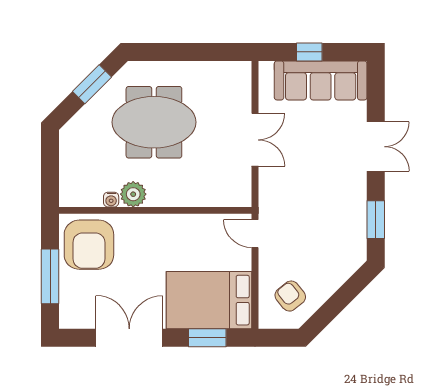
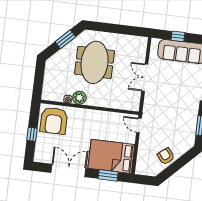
meeting table: (154, 122) -> (94, 62), turned 90
double door: (255, 140) -> (145, 78), swing flipped
window: (50, 276) -> (32, 134), width x0.46
armchair: (290, 296) -> (166, 156), moved

